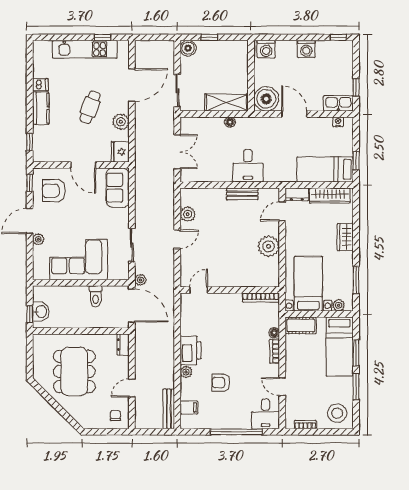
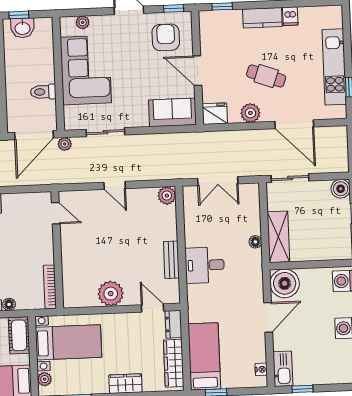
door: (83, 165) -> (197, 71), hinge flipped
plant: (188, 214) -> (167, 196), moved
plant: (38, 239) -> (83, 22), moved

